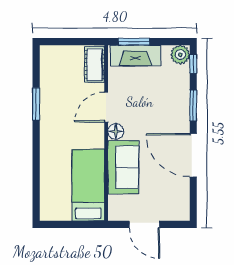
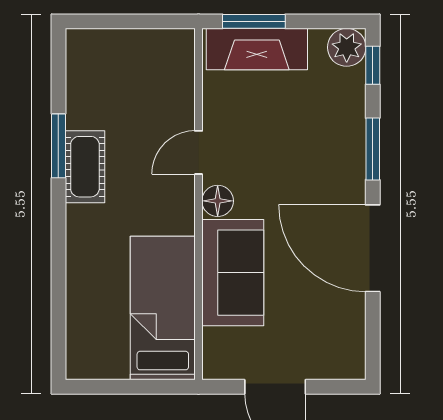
cot: (95, 65) -> (85, 167), moved
door: (106, 107) -> (199, 152), width x0.73

